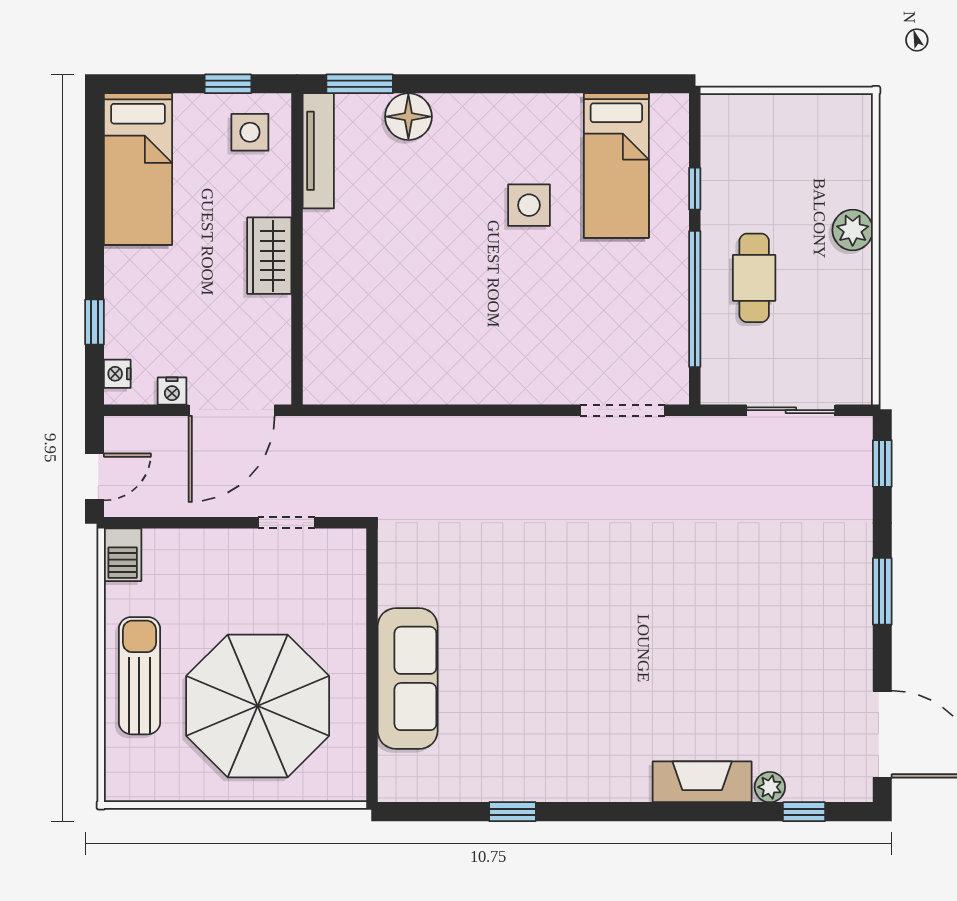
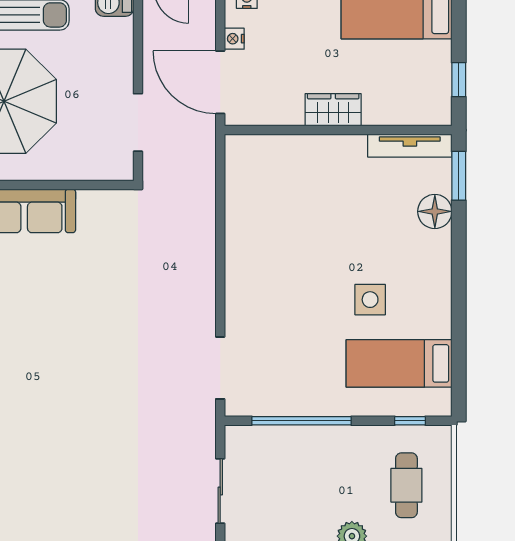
side table: (250, 132) -> (423, 96), removed
window: (695, 189) -> (410, 421), moved
cafe table: (754, 278) -> (406, 485), moved, turned 90
doorway: (287, 523) -> (138, 122), width x1.38

